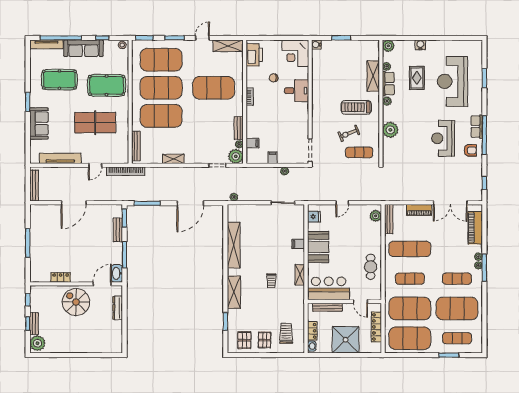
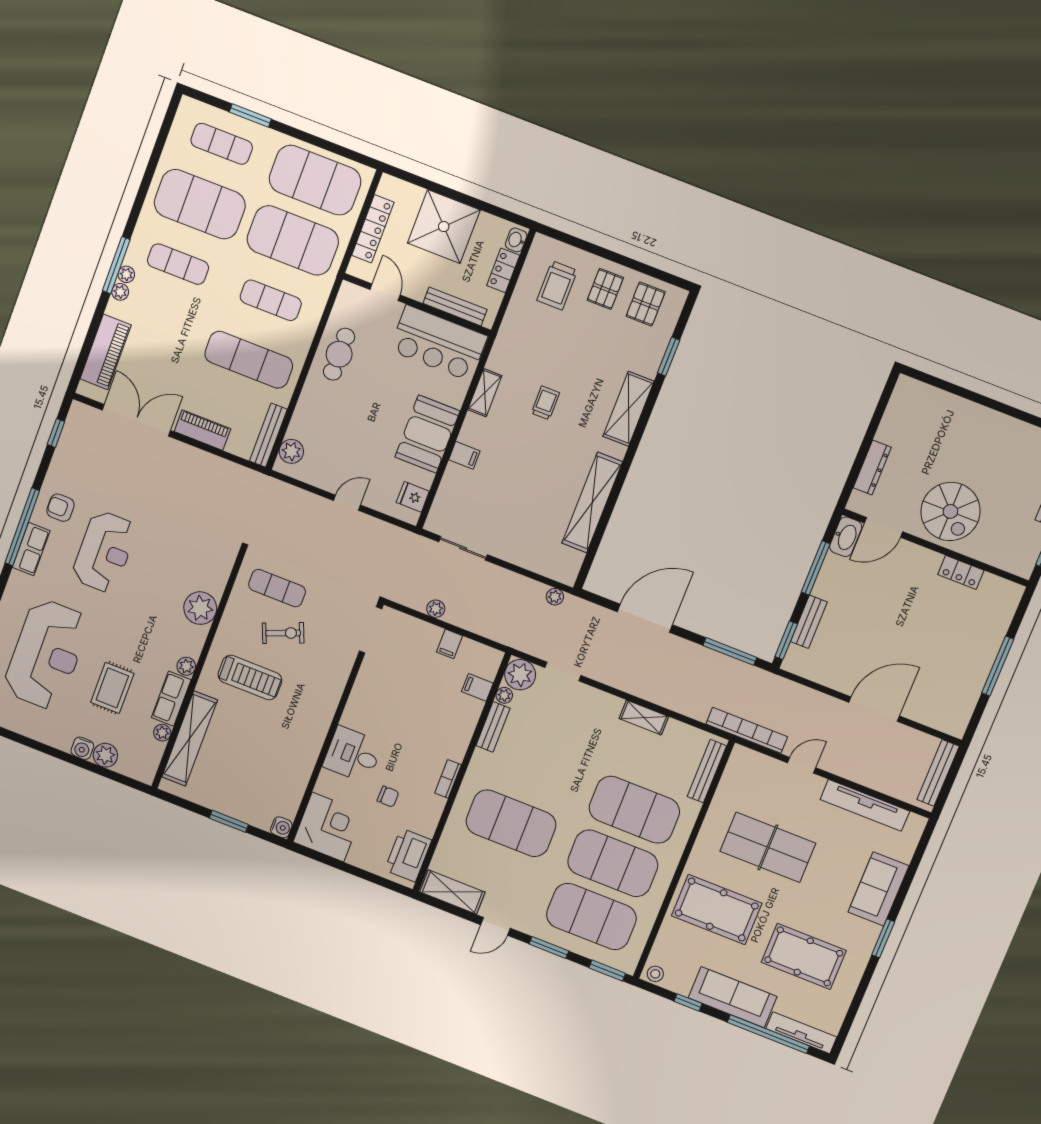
plant: (388, 46) -> (105, 755), moved
shelving: (373, 76) -> (190, 738), width x1.47

